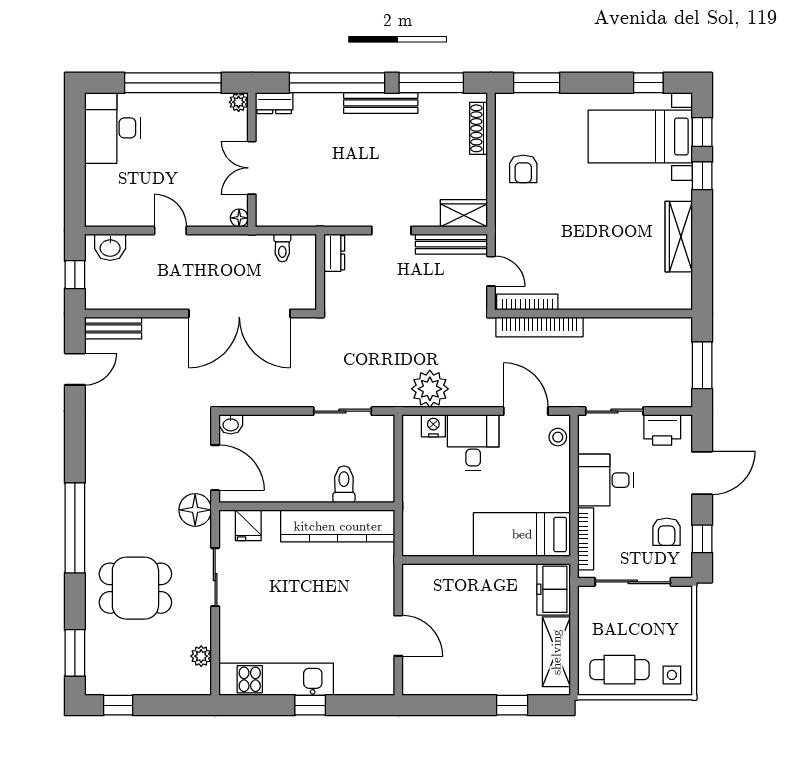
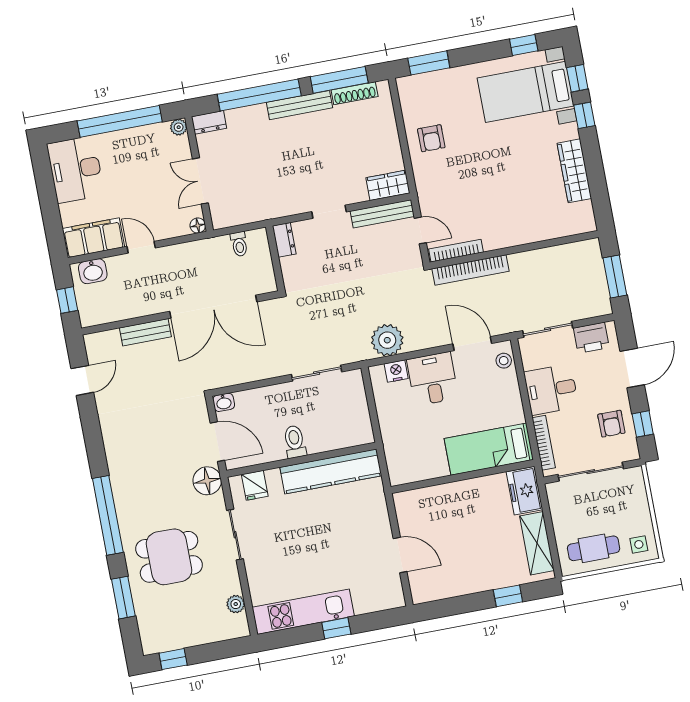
shoe rack: (478, 128) -> (355, 93), moved, turned -90
filing cabinet: (118, 209) -> (93, 238), added
bench: (113, 328) -> (145, 332), moved
toilet: (344, 484) -> (295, 442), moved
window: (75, 653) -> (123, 598), moved

